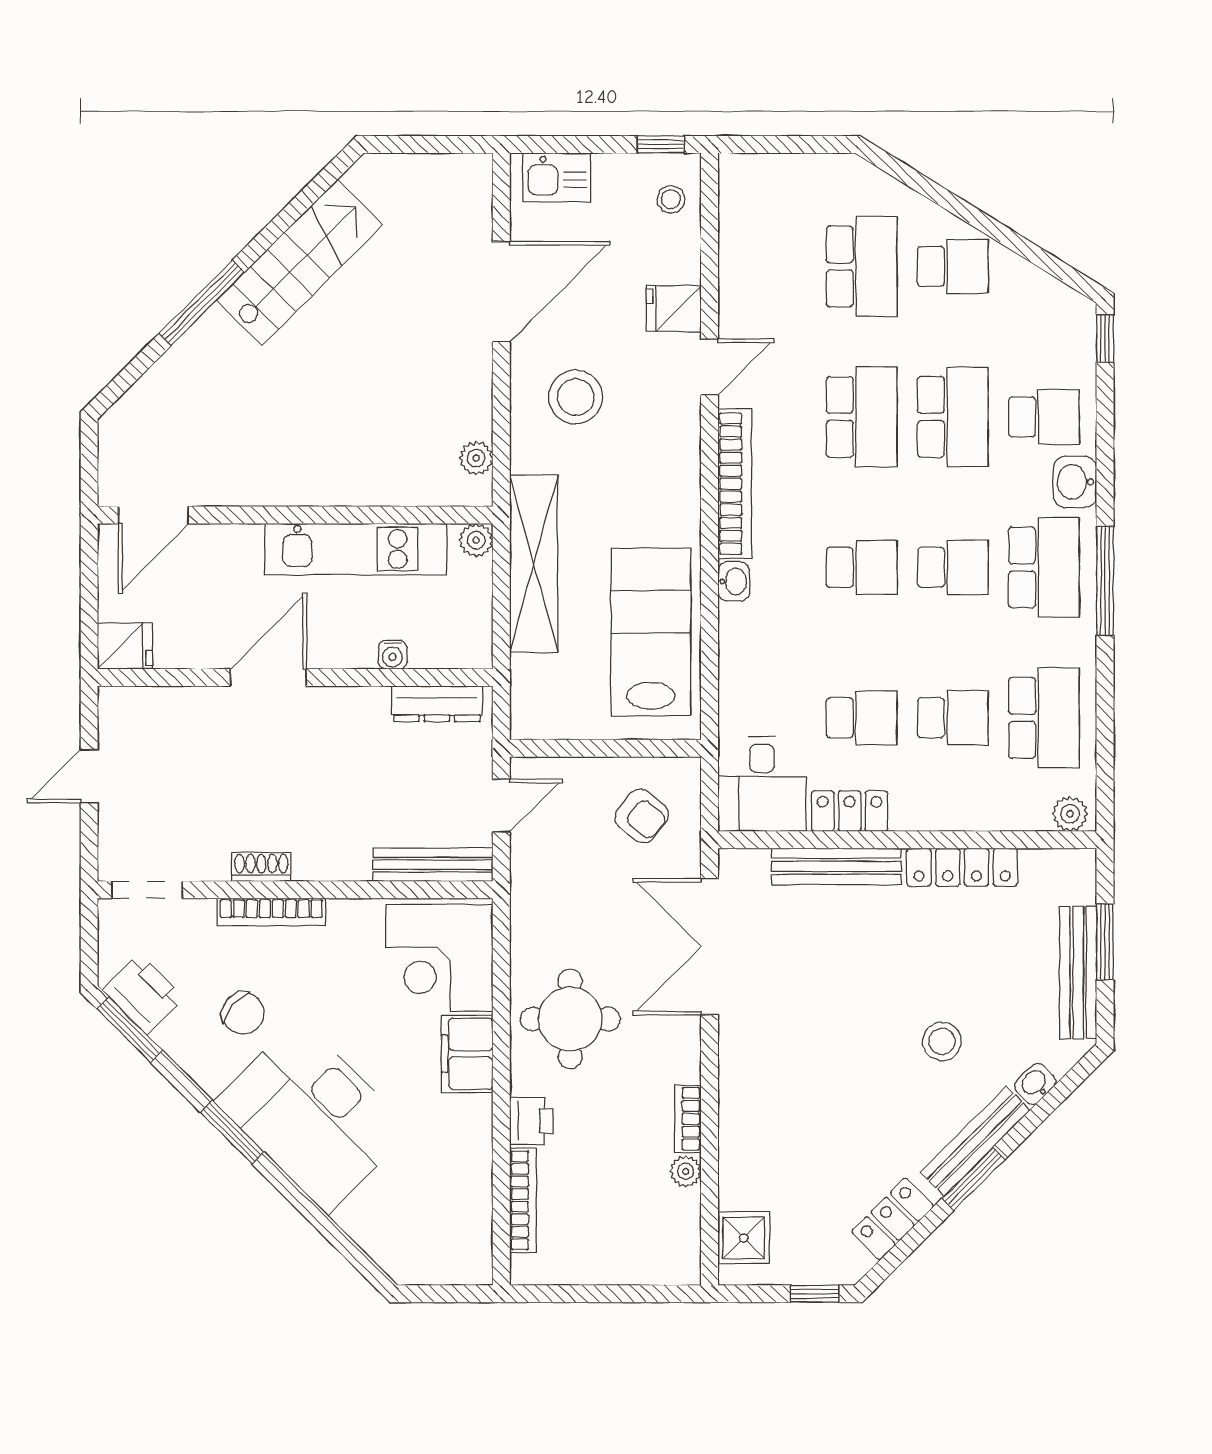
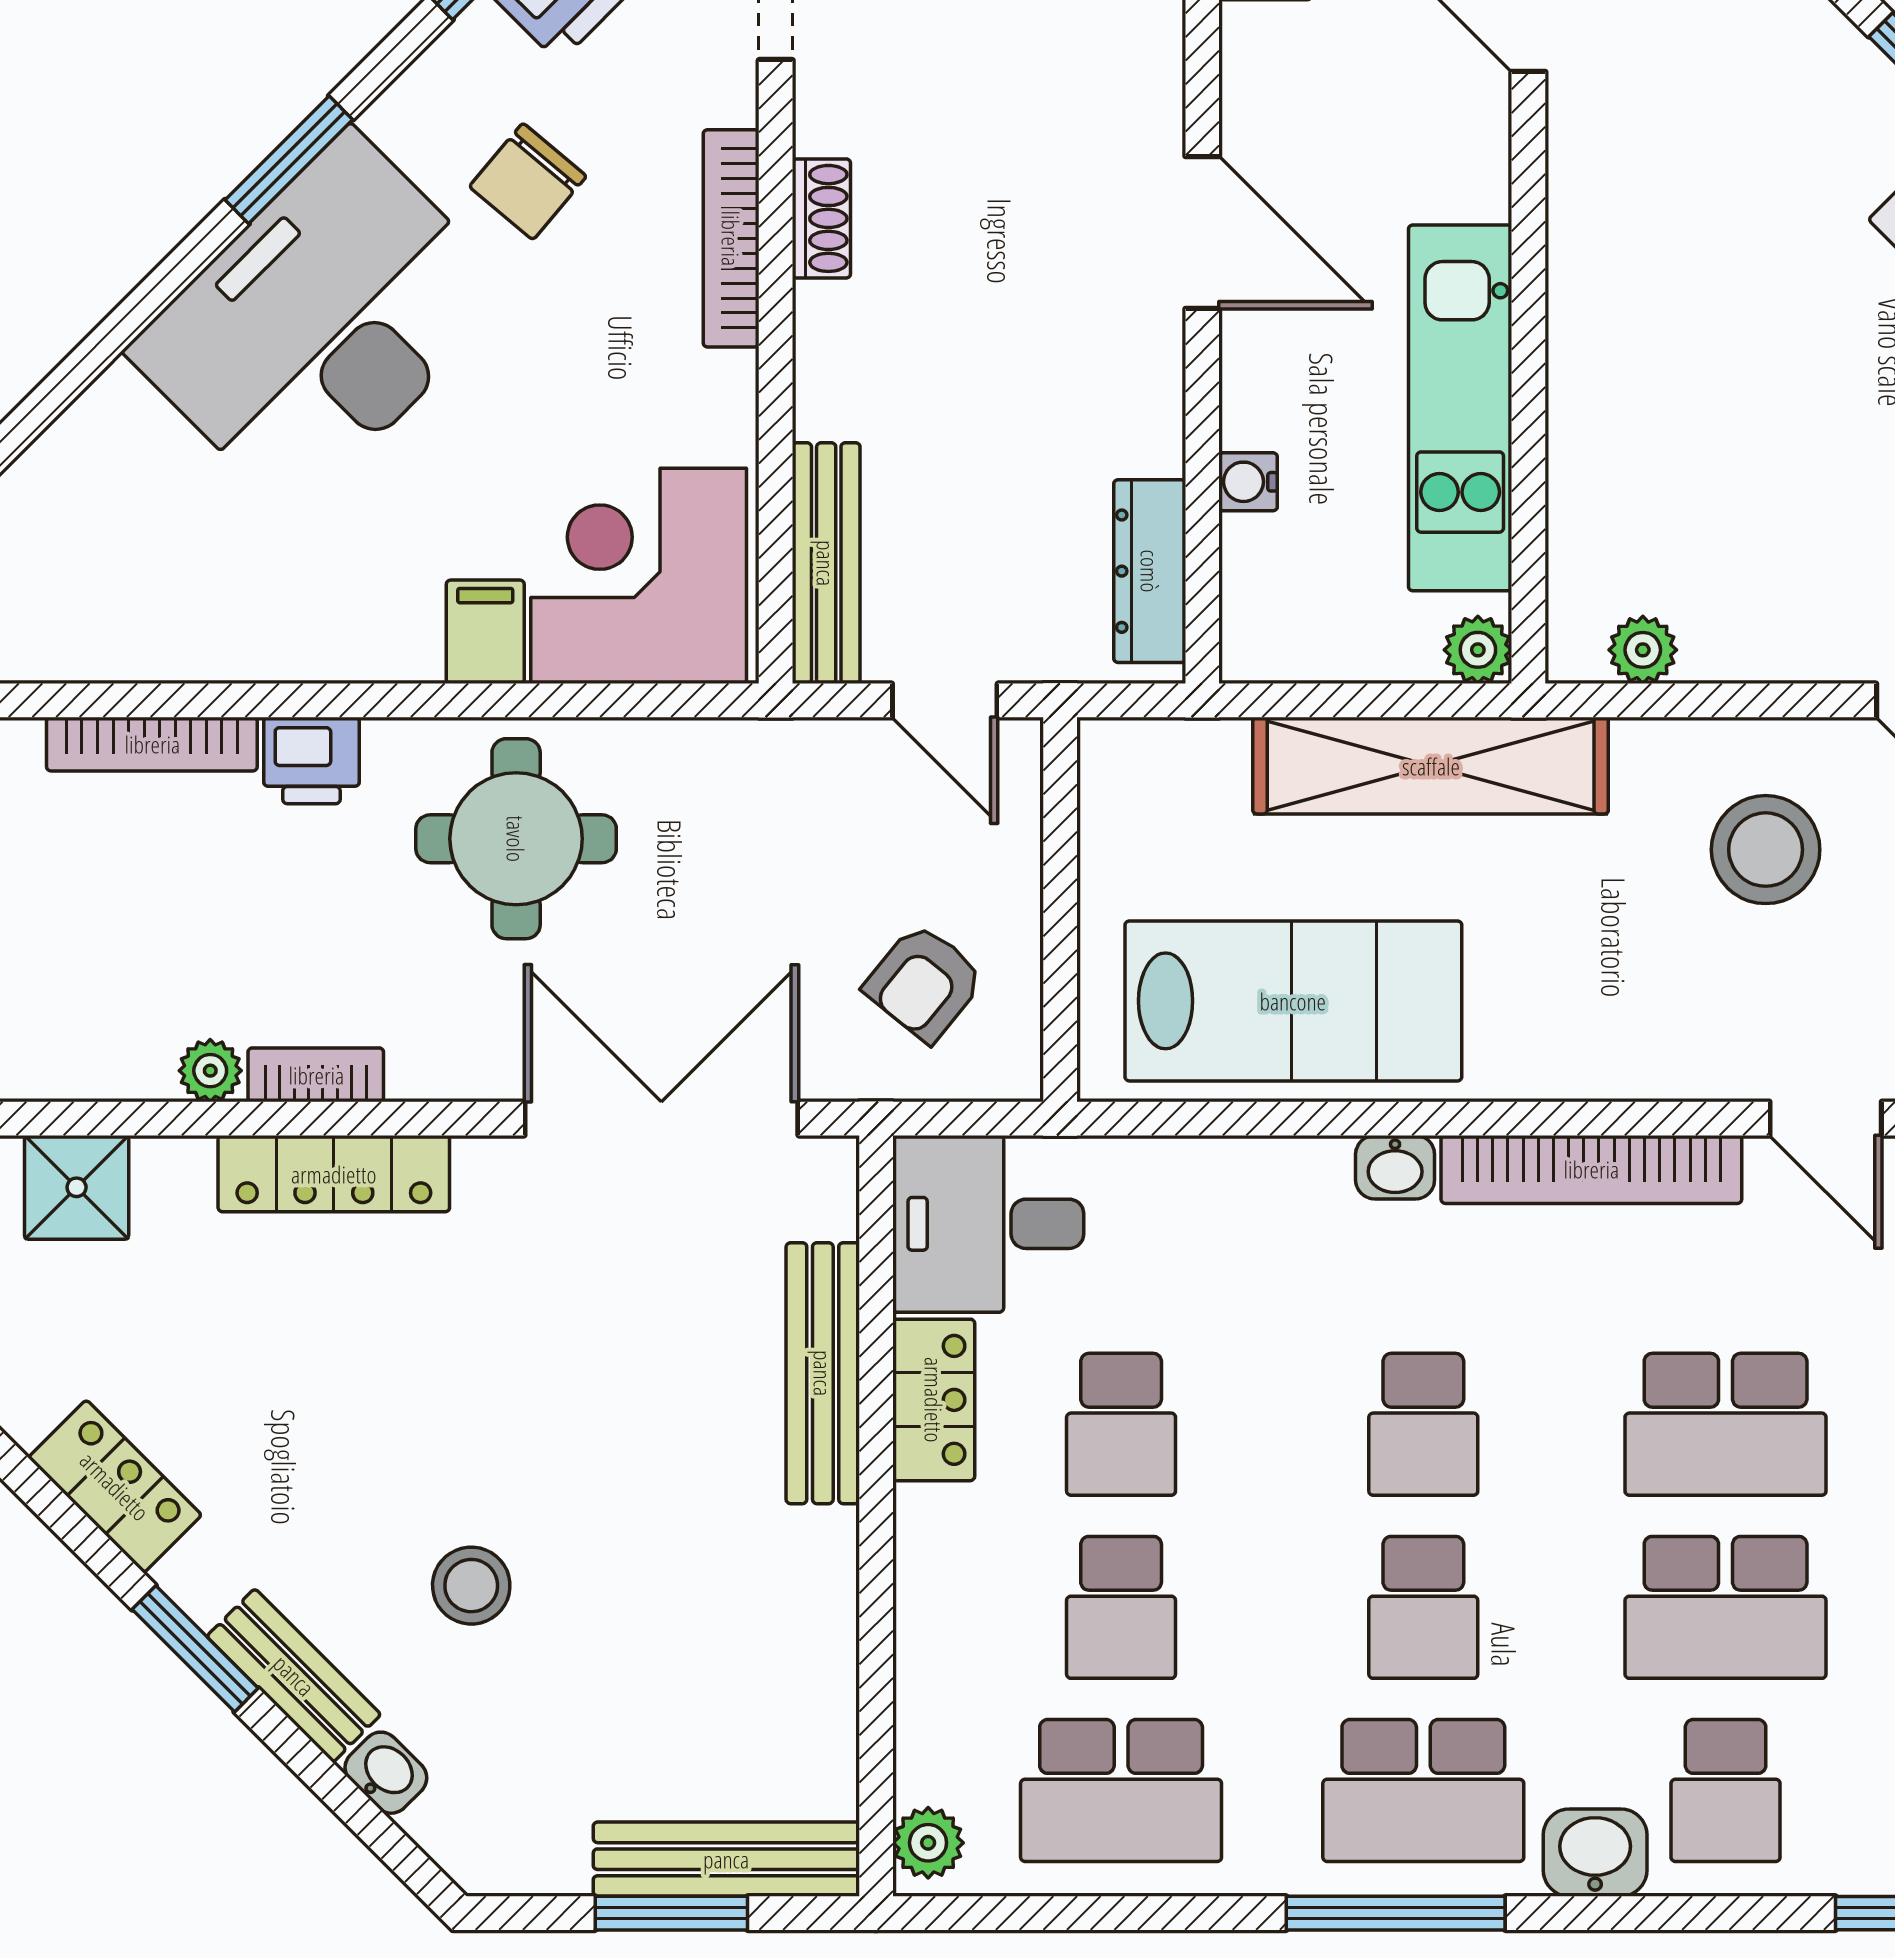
locker: (962, 867) -> (334, 1174), moved, turned -90
bench: (1078, 973) -> (726, 1859), moved
filing cabinet: (467, 1054) -> (485, 632), width x0.50
bench: (975, 1141) -> (294, 1675), width x0.73

